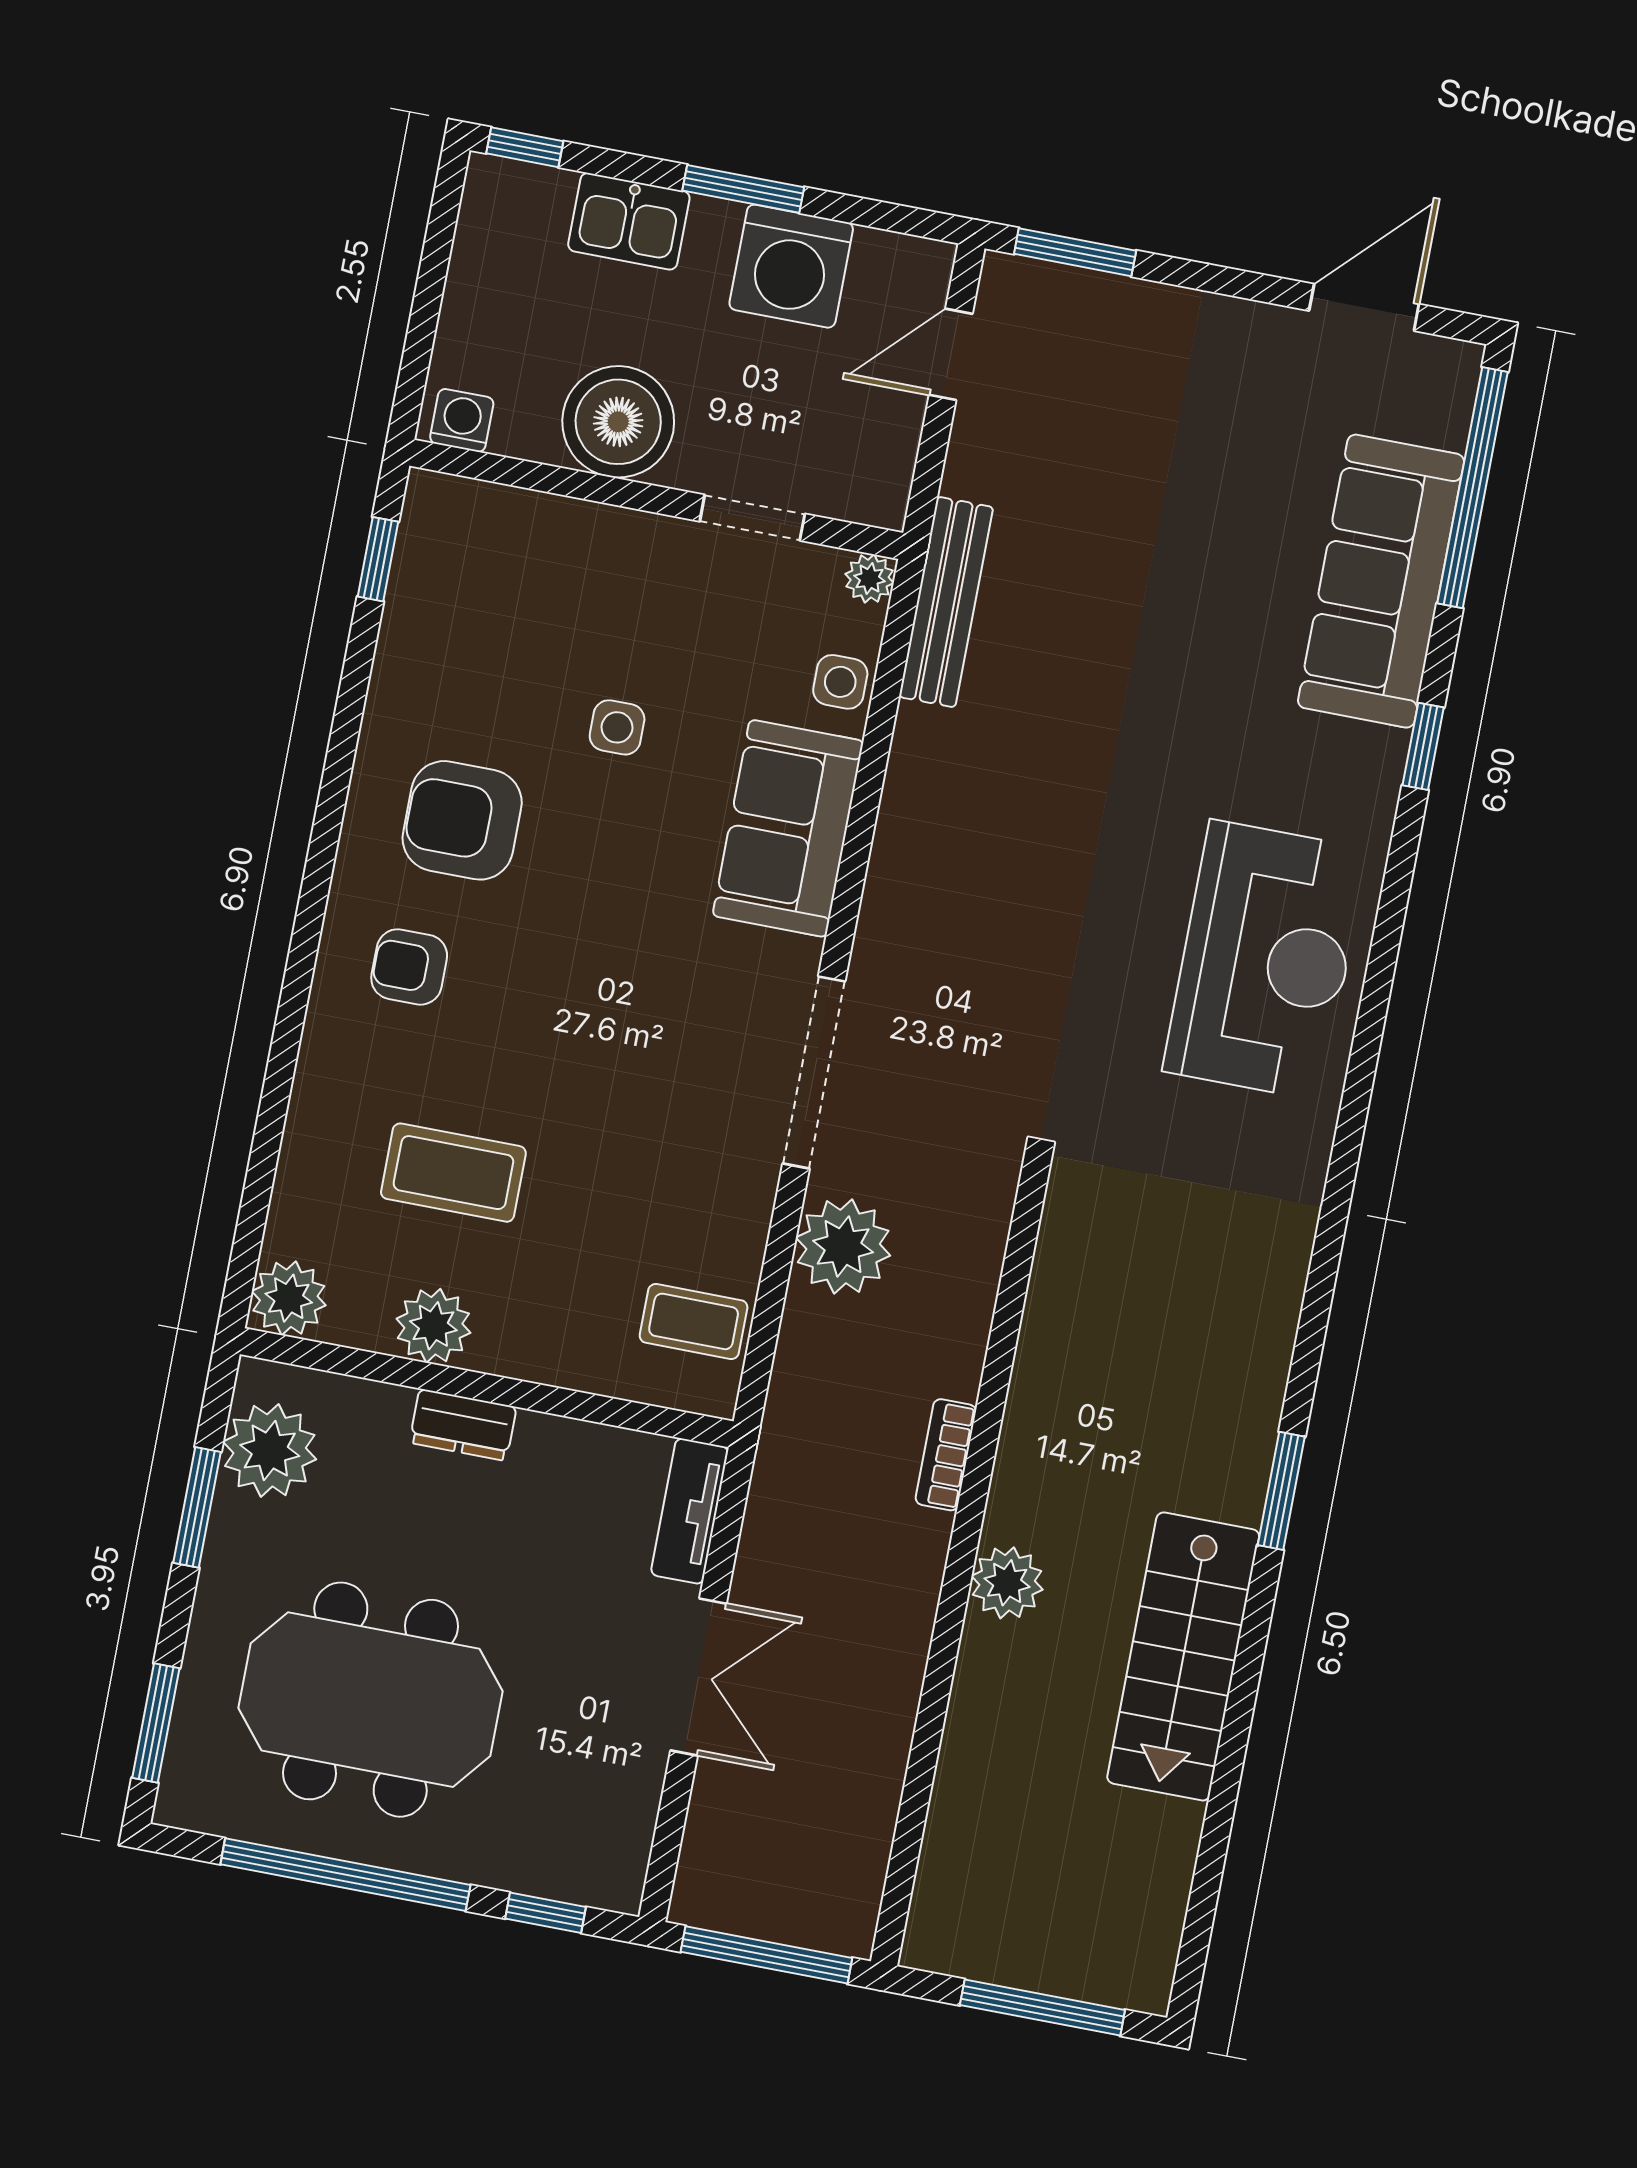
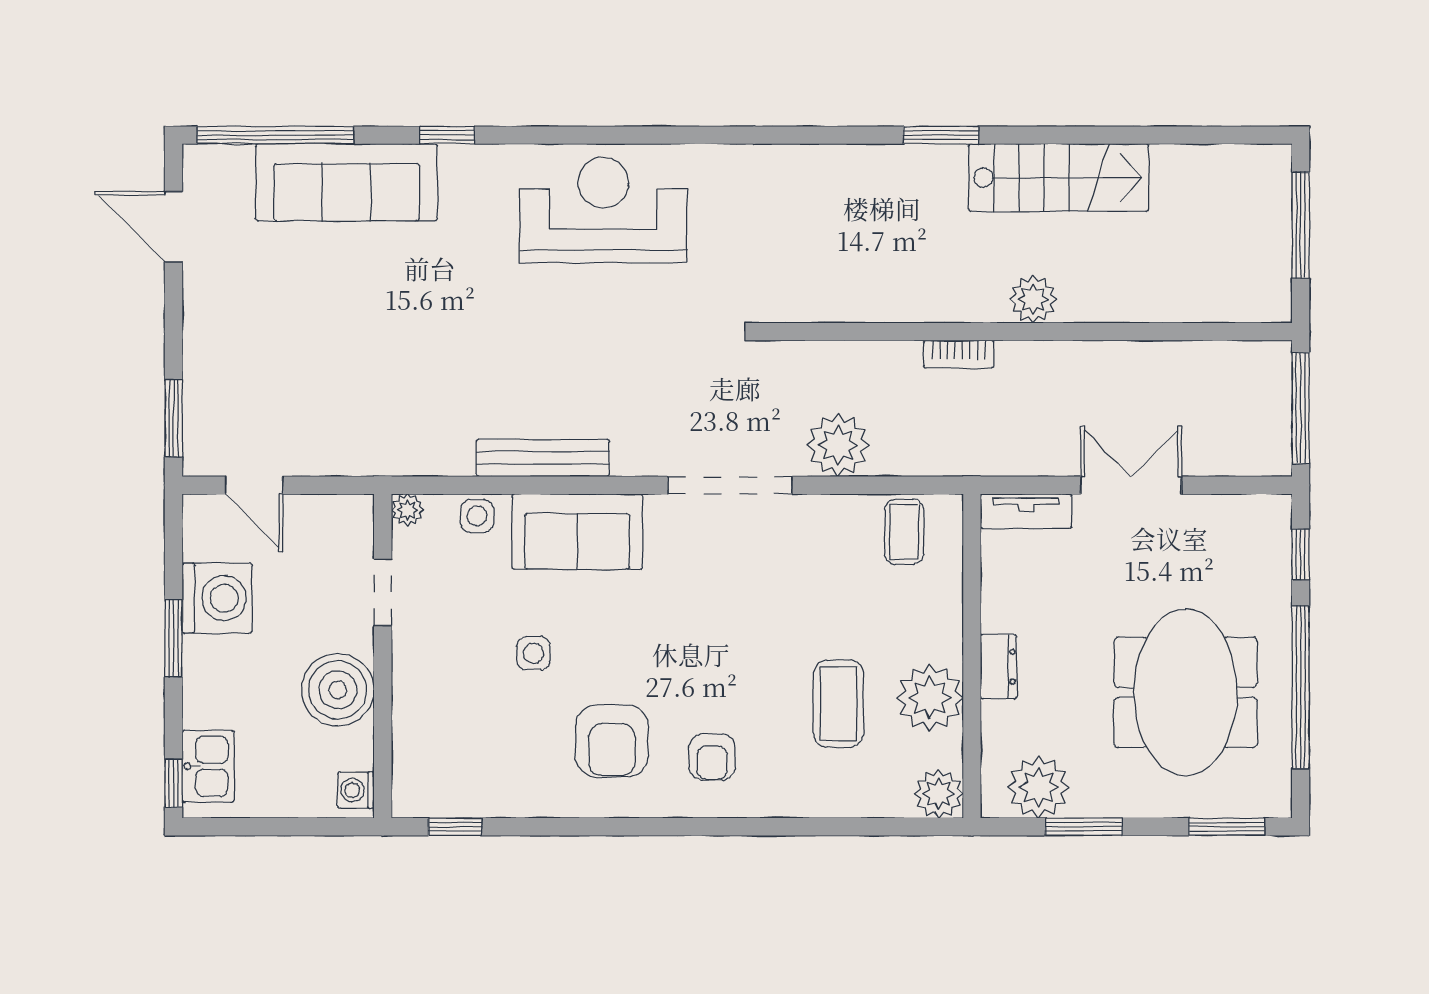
kitchen sink: (629, 221) -> (208, 766), moved
bench: (946, 602) -> (543, 458), moved
plant: (433, 1326) -> (930, 698), width x1.36, depth x1.36

